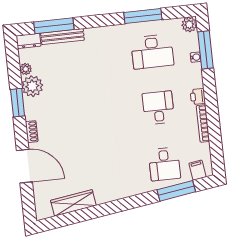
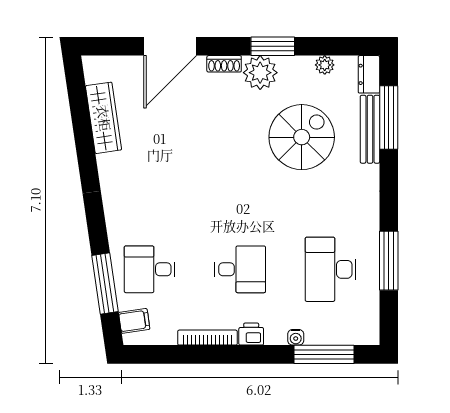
plant: (189, 24) -> (367, 333), removed
water cooler: (196, 57) -> (296, 337), moved
spiral stairs: (72, 78) -> (302, 137), added
plant: (32, 86) -> (260, 73), moved

